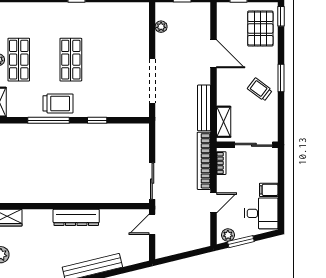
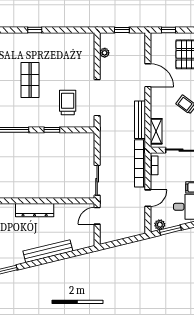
trolley: (58, 103) -> (68, 103), moved, turned -90

